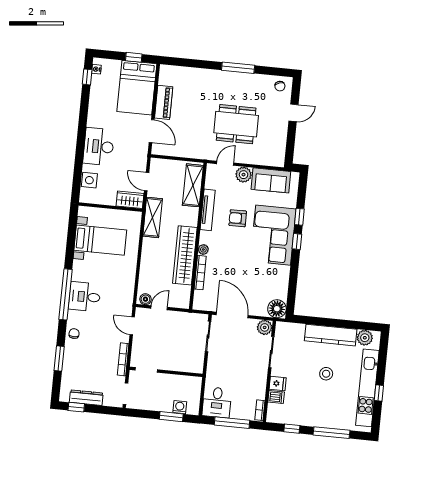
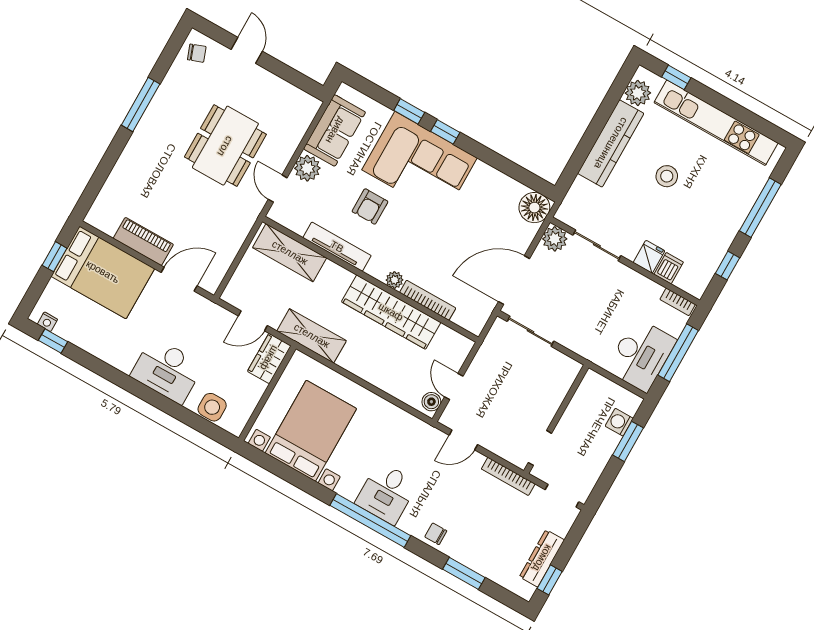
bed with nightstands: (100, 240) -> (311, 431), width x1.36
window: (379, 393) -> (676, 77), moved
desk: (217, 402) -> (641, 355), width x1.37

